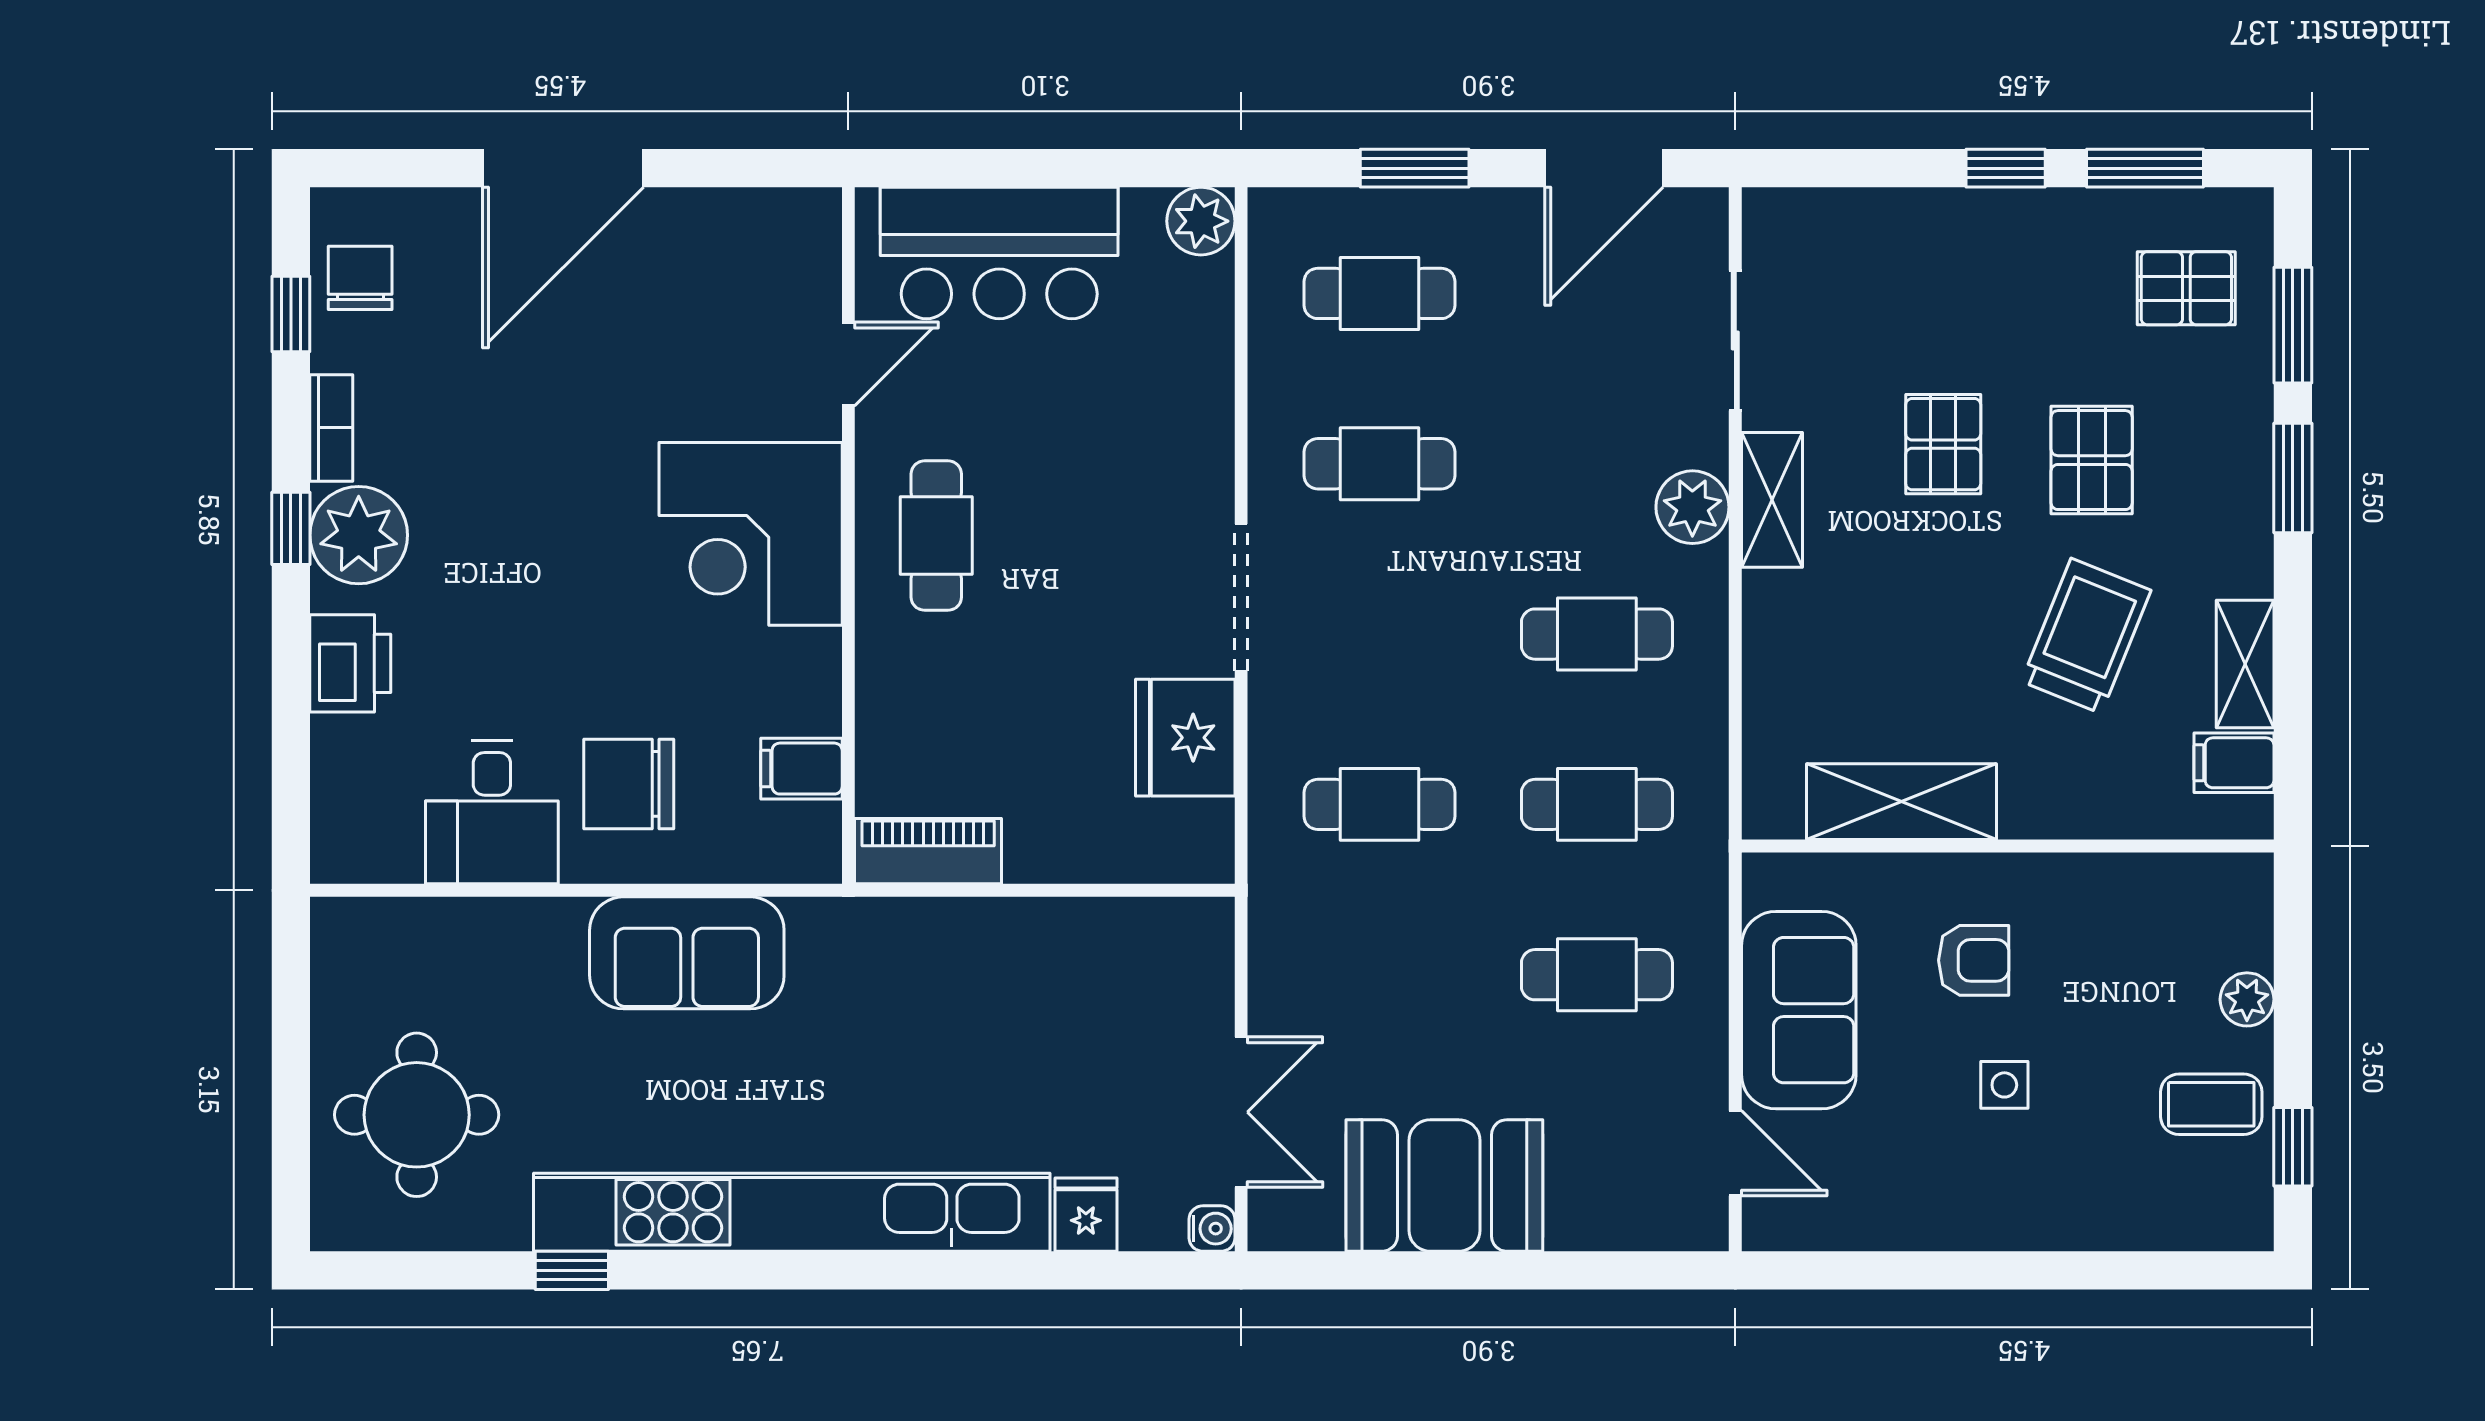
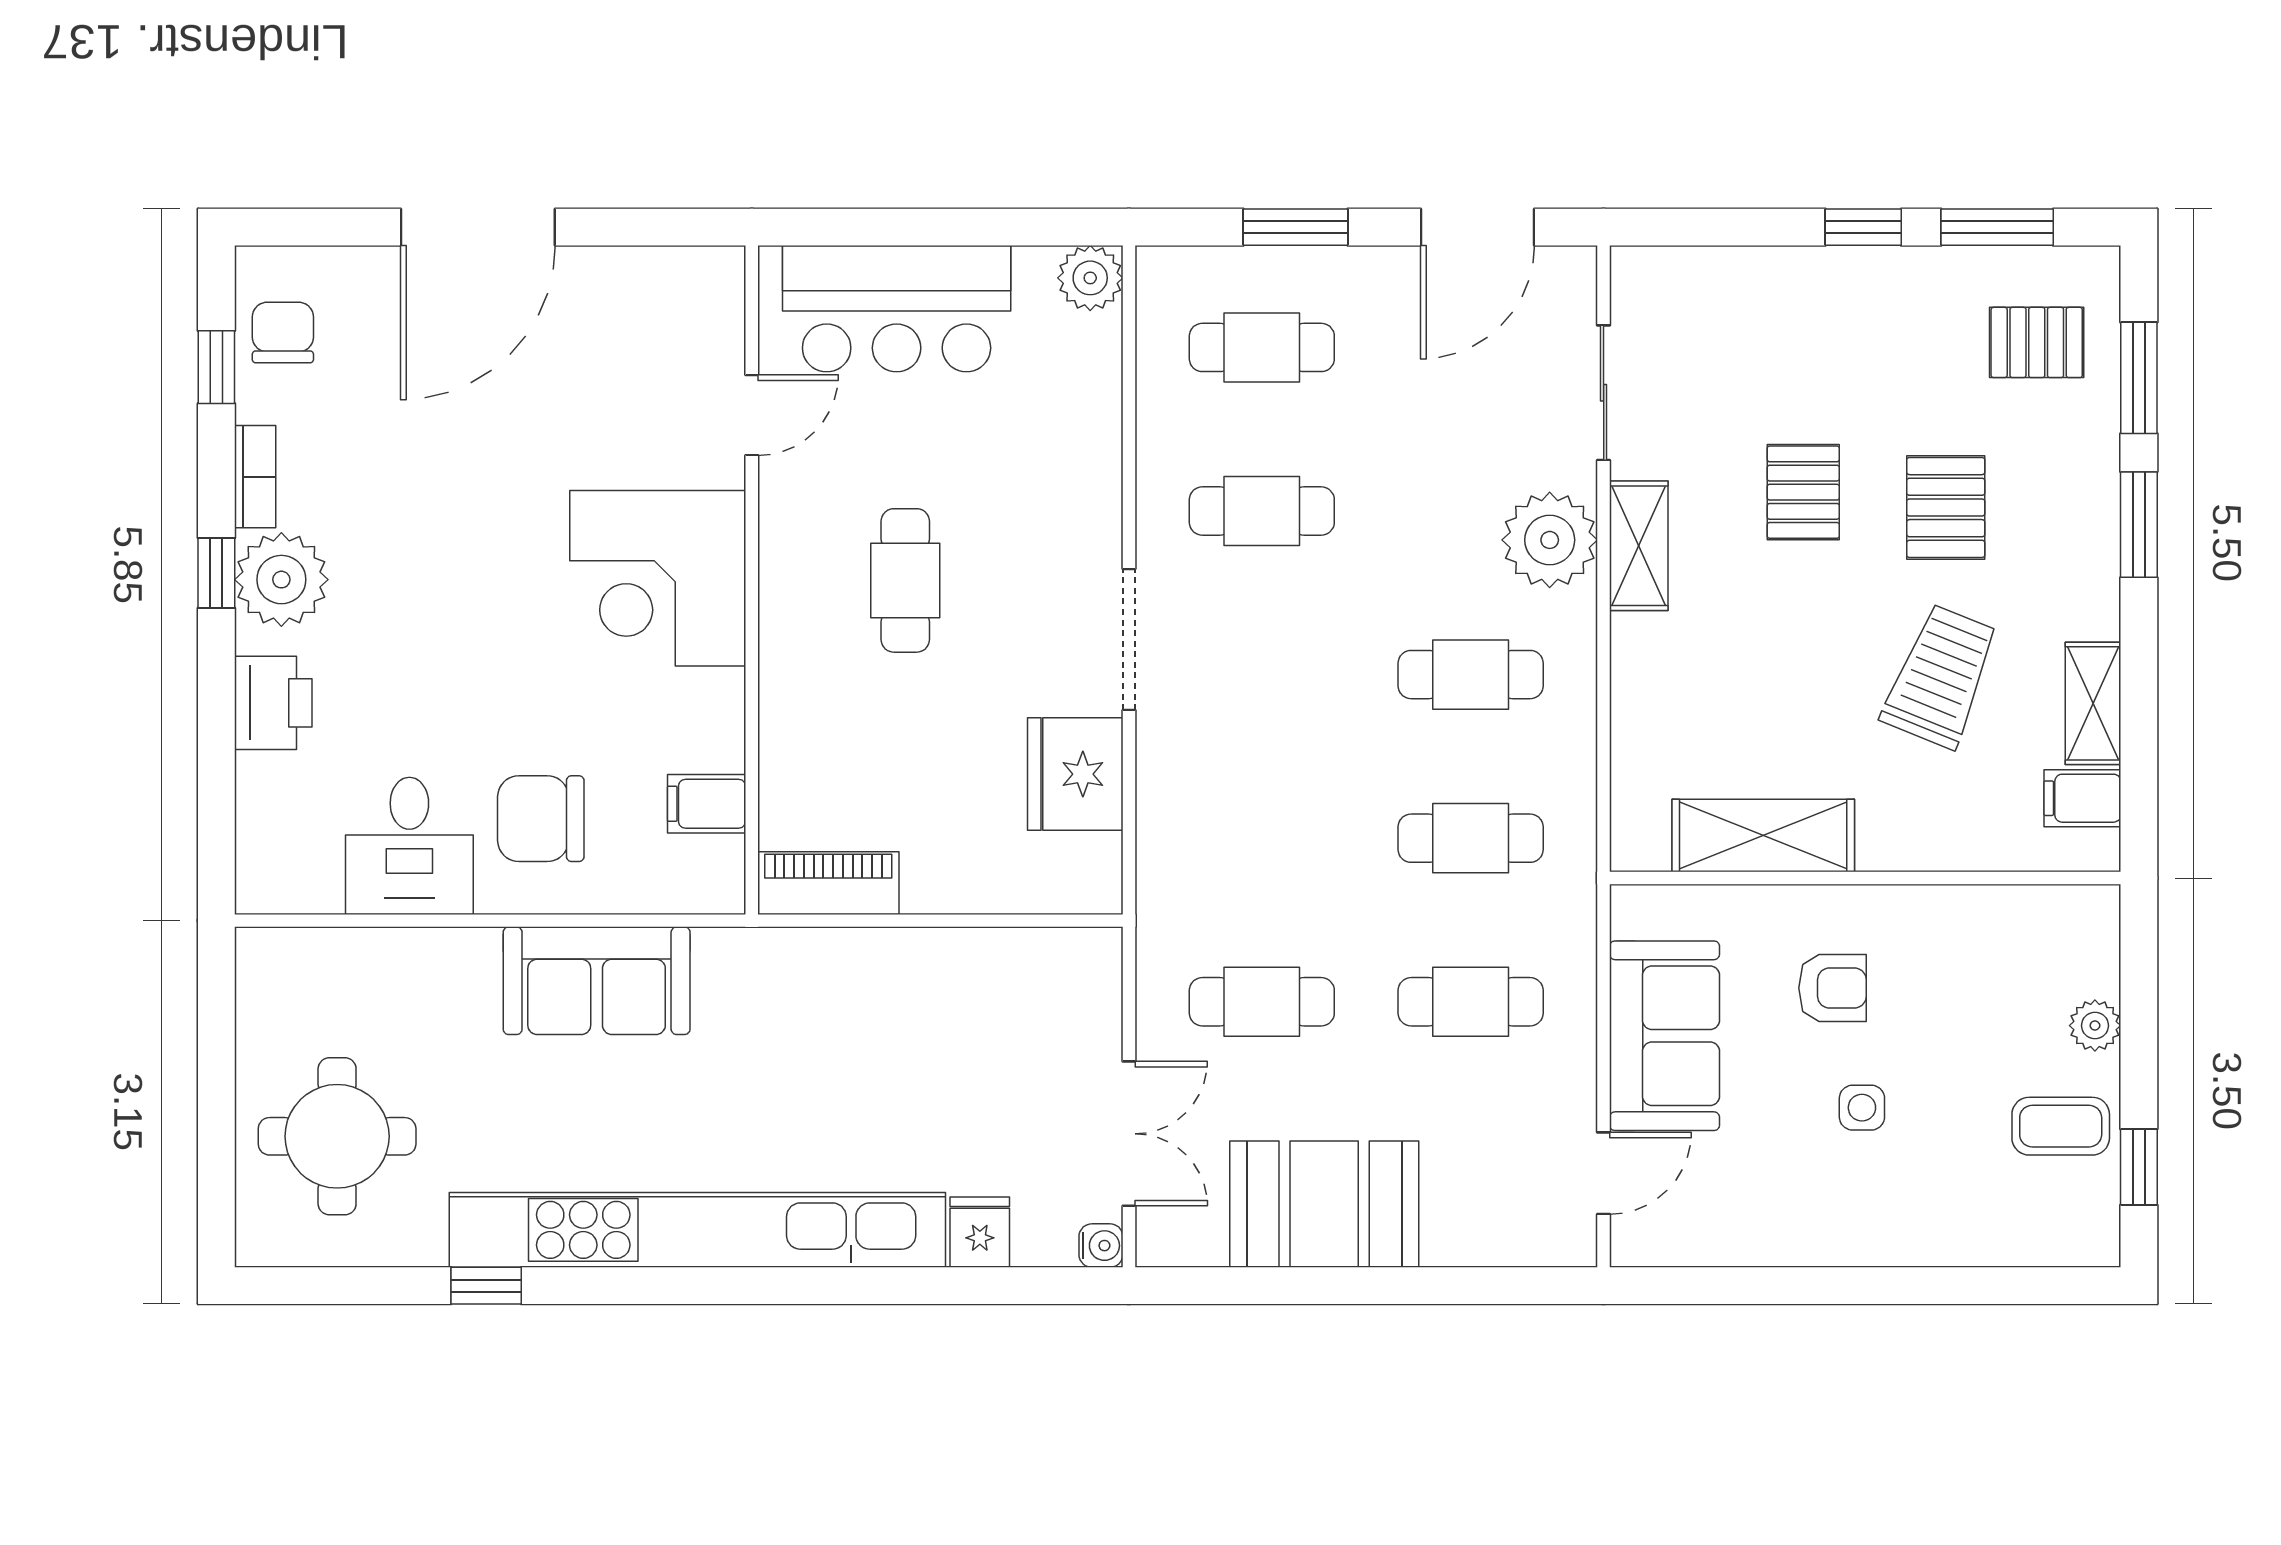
plant: (1692, 507) -> (1550, 540), width x1.36, depth x1.36
cafe table: (936, 536) -> (905, 580), moved
cafe table: (1380, 804) -> (1262, 1002), moved
door: (1735, 1153) -> (1604, 1173), hinge flipped

